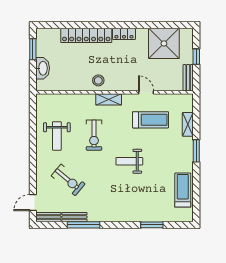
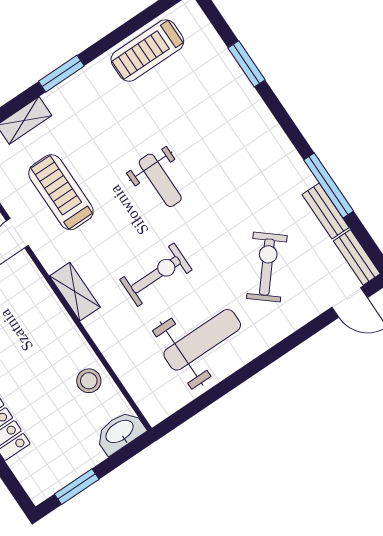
washbasin: (43, 68) -> (120, 432), moved
stool: (98, 80) -> (89, 381), moved
weight bench: (57, 136) -> (202, 340), width x1.36, depth x1.33

